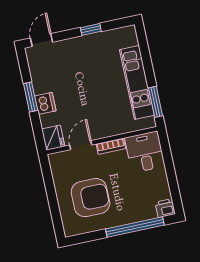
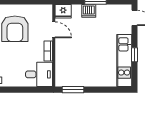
kitchen unit: (137, 82) -> (124, 61), moved, turned -90

